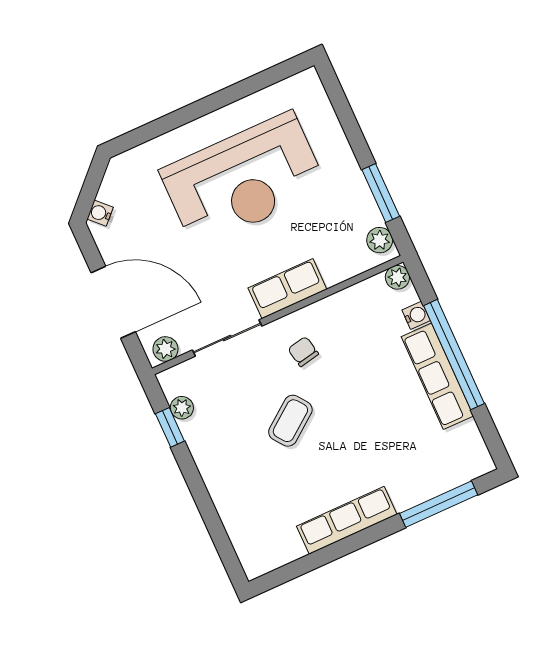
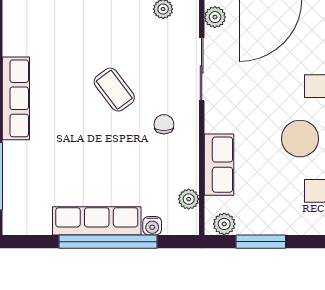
plant: (397, 277) -> (189, 199), moved
row of seats: (287, 289) -> (219, 165), moved
chair: (303, 352) -> (164, 124), turned -79

